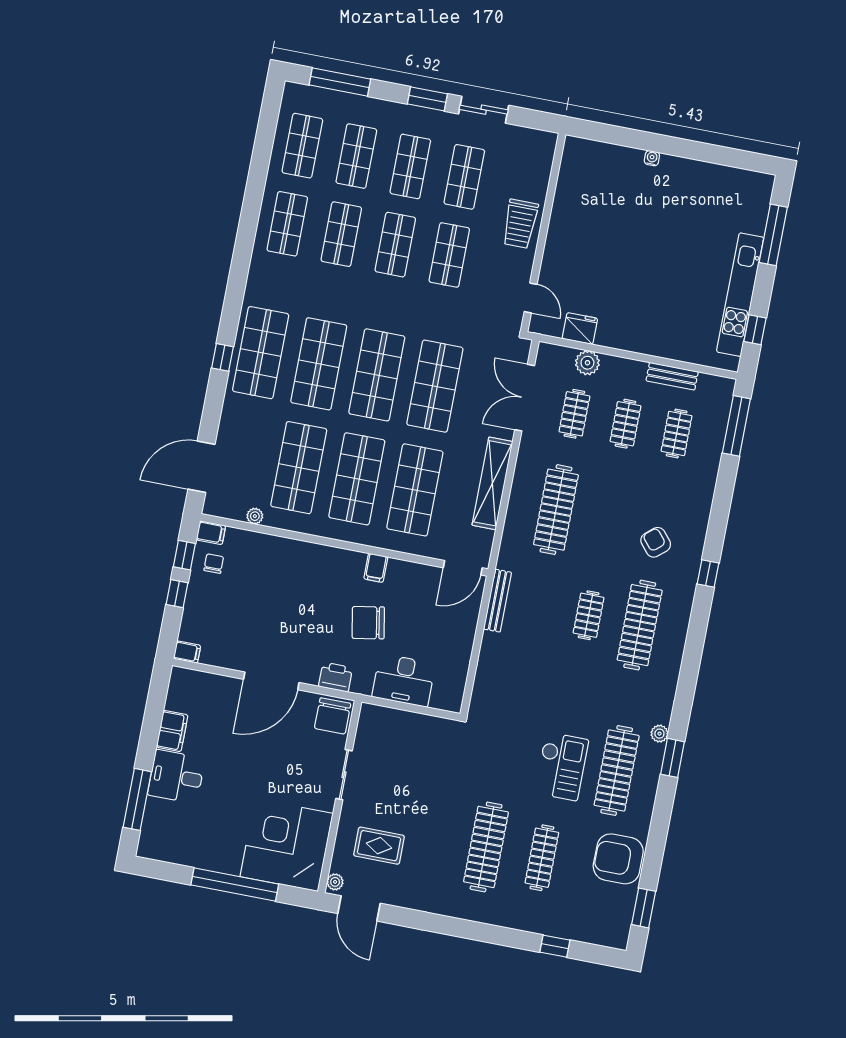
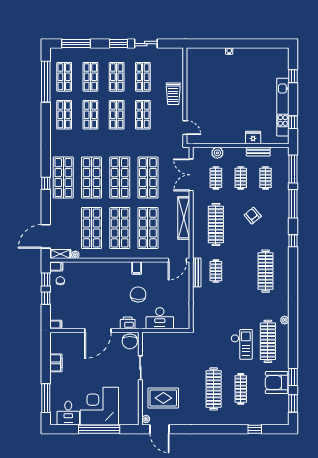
window: (263, 148) -> (46, 82), added
window: (773, 235) -> (293, 76), width x0.46
fridge: (580, 328) -> (253, 137), moved
window: (723, 497) -> (293, 204), added
shelving: (224, 509) -> (60, 254), added
armchair: (656, 542) -> (253, 216), moved
clothes rail: (589, 615) -> (216, 271), moved
chair: (368, 623) -> (138, 294), turned 104
window: (672, 758) -> (293, 377), moved
desk: (176, 777) -> (68, 413), moved, turned -90
corner desk: (287, 845) -> (99, 406), moved
rug: (379, 846) -> (163, 398), width x1.36, depth x1.43

